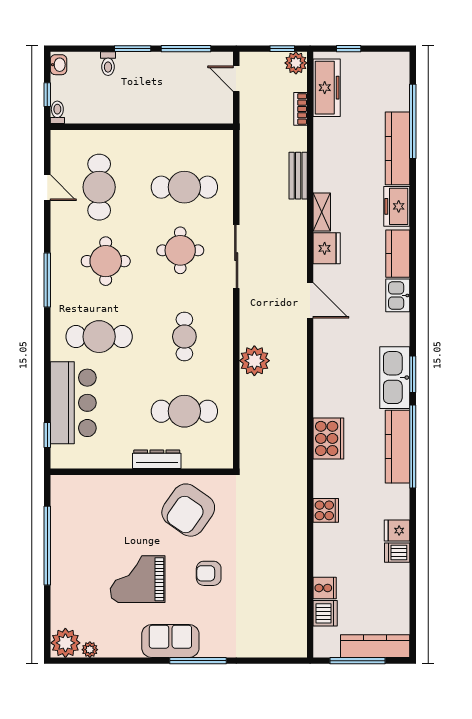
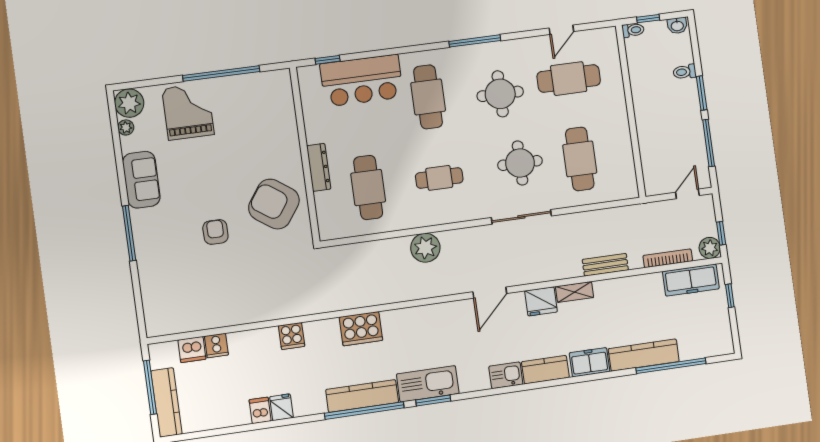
bookcase: (300, 109) -> (668, 258), width x1.56
grand piano: (138, 579) -> (188, 112), moved
sofa: (170, 641) -> (141, 180), moved

